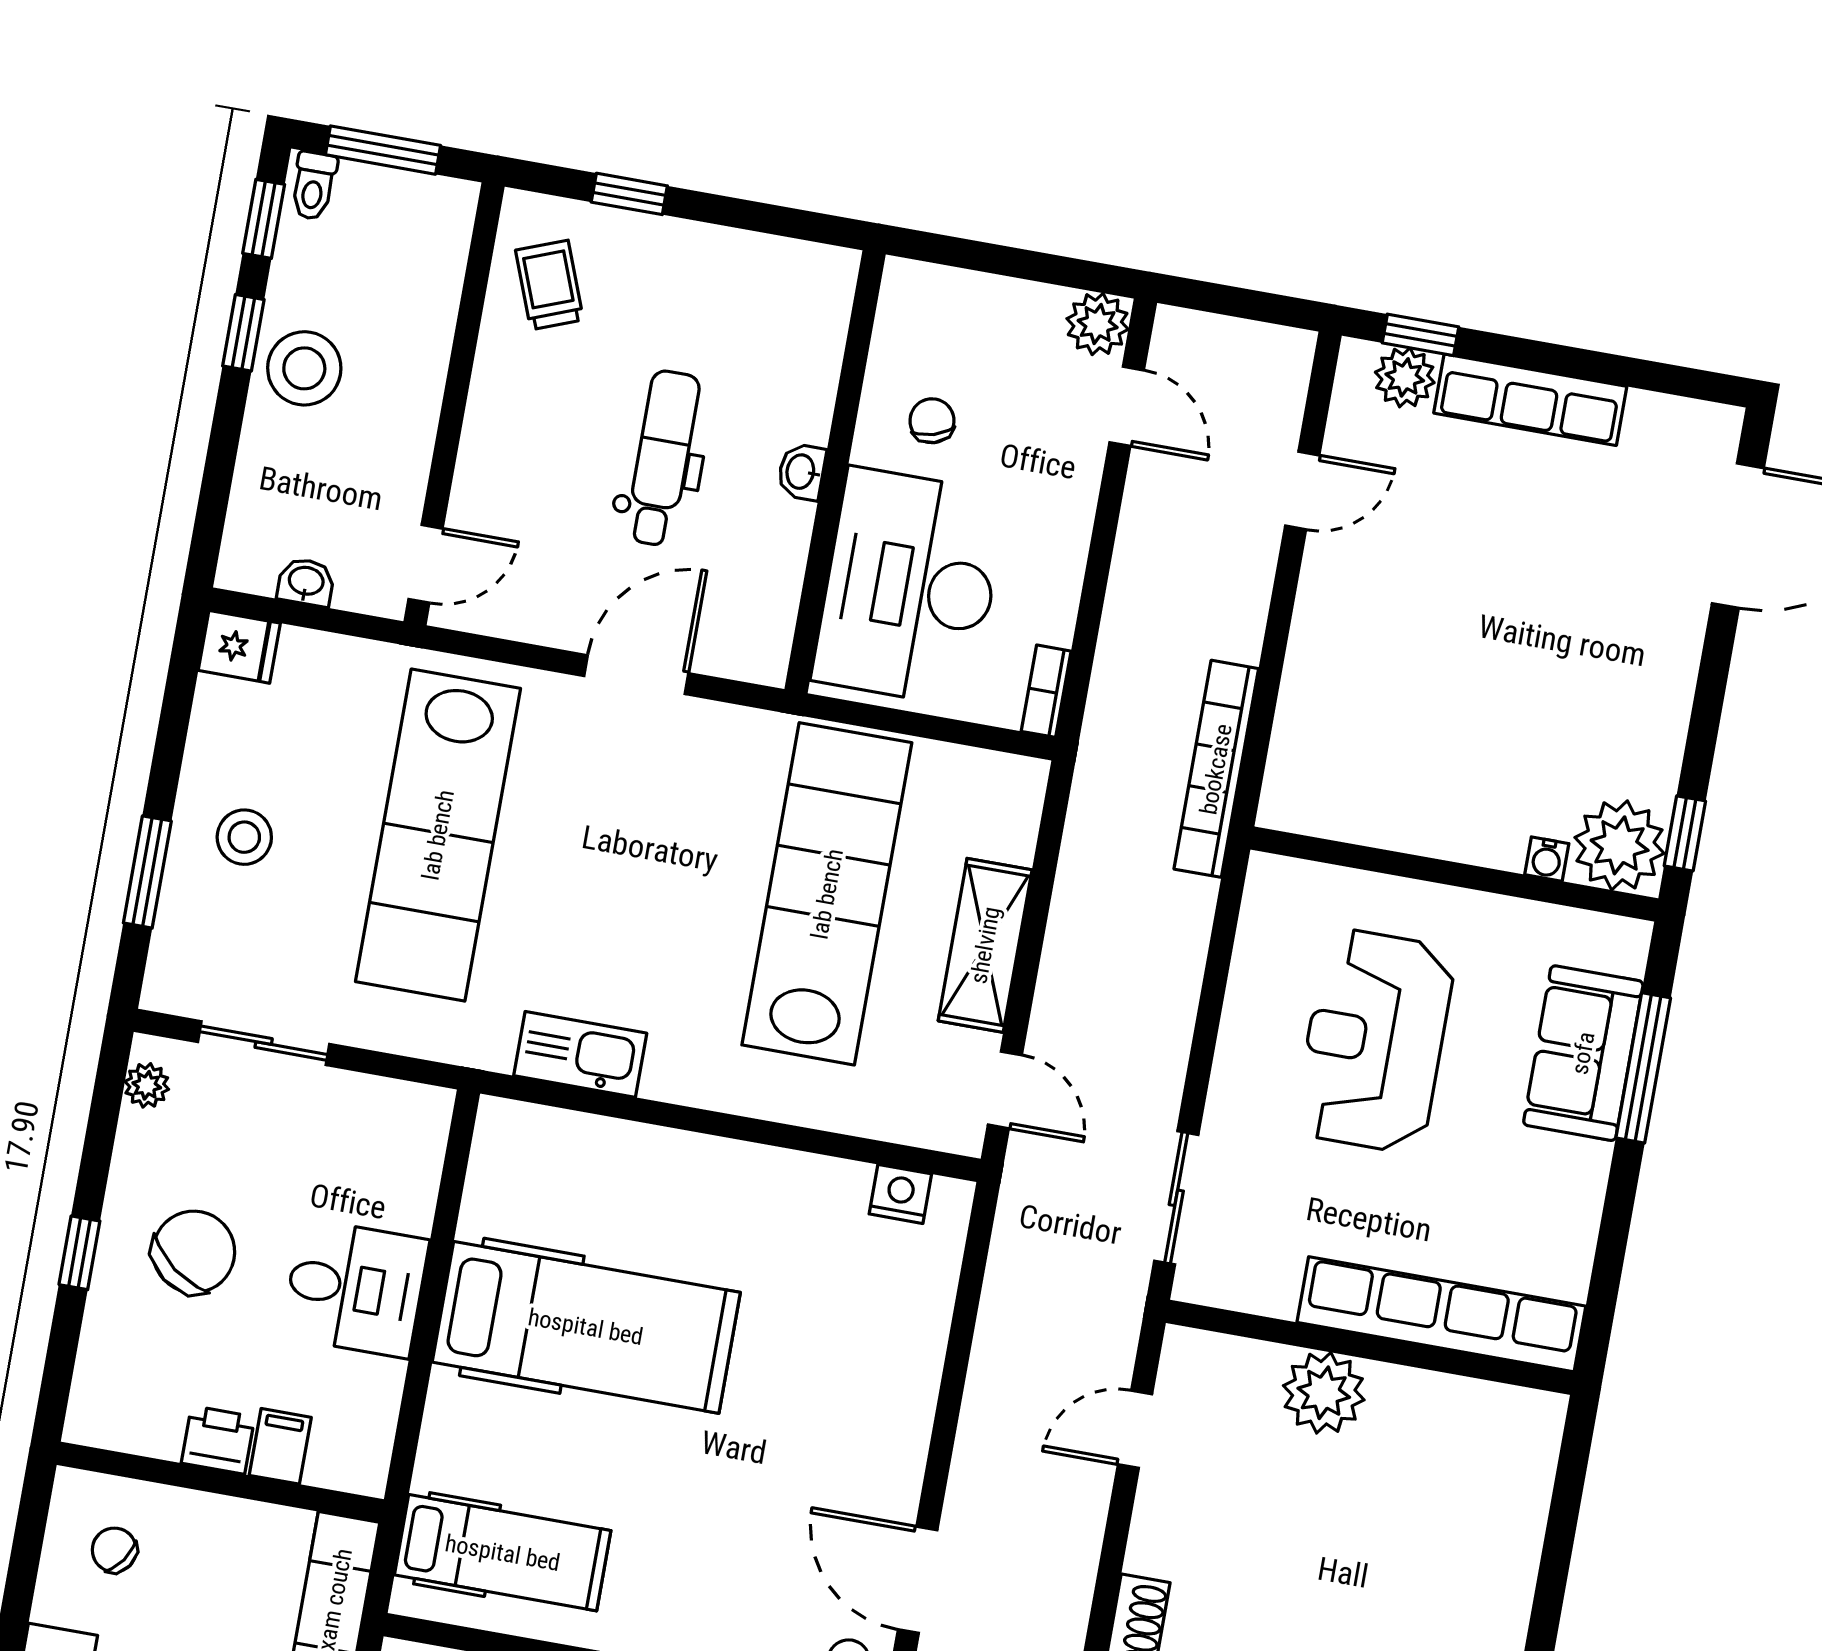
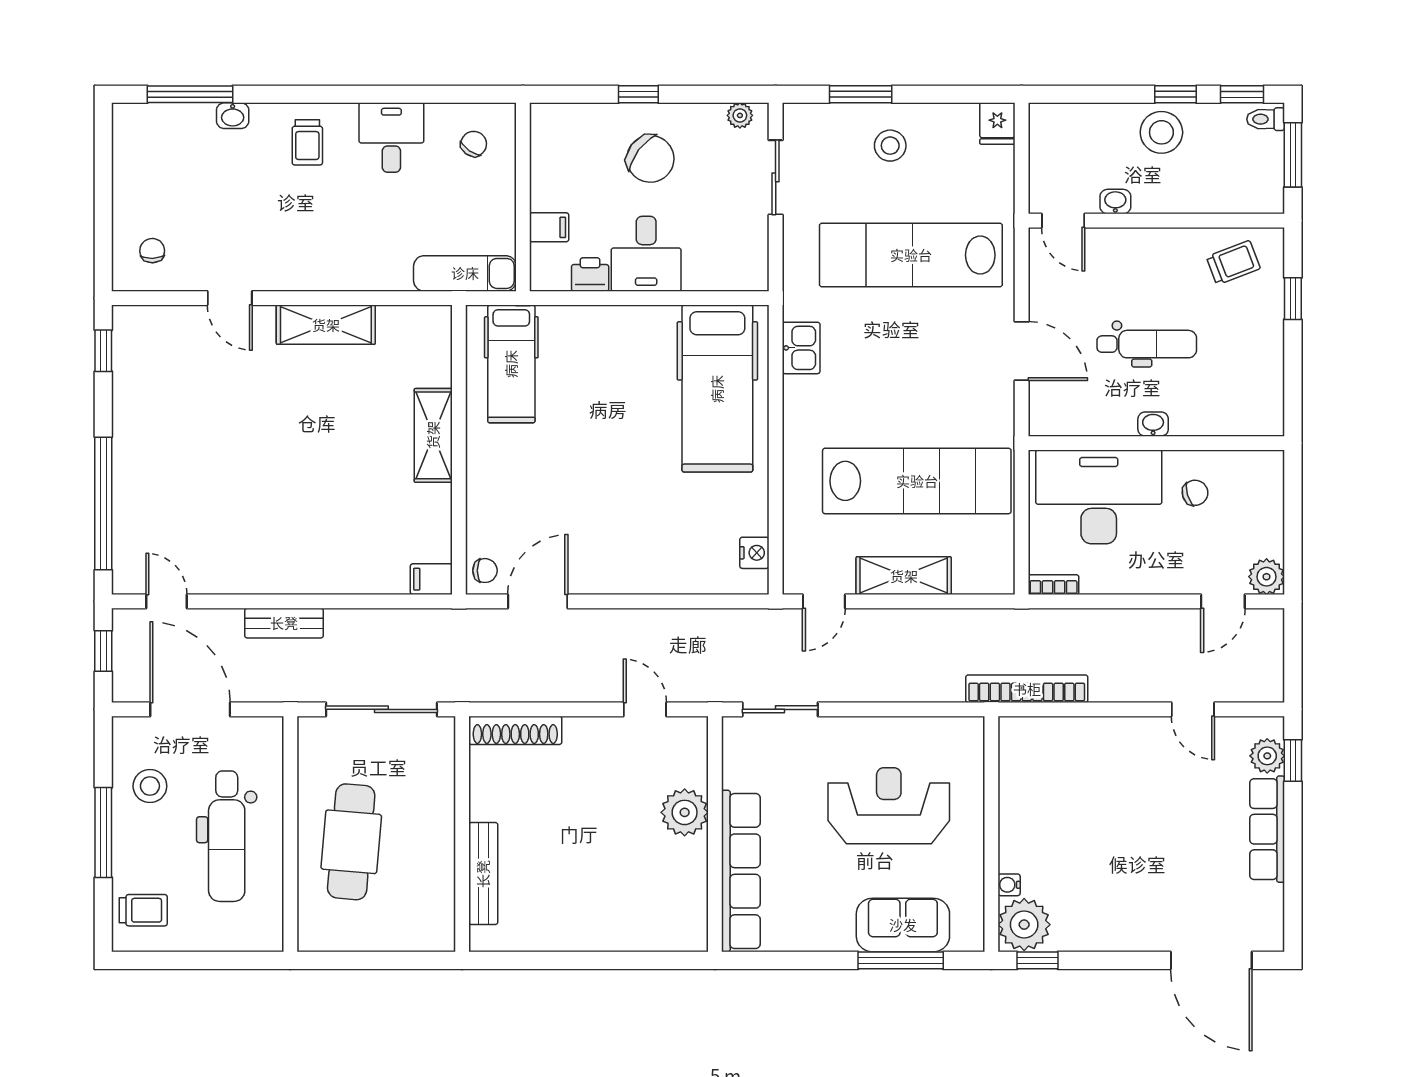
washbasin: (306, 582) -> (1115, 202), moved, turned -90
kitchen sink: (580, 1054) -> (801, 348), width x0.73
hospital bed: (586, 1327) -> (717, 389), moved
printer: (218, 1440) -> (590, 275), moved, turned -90

